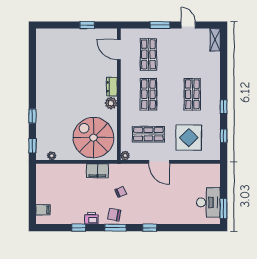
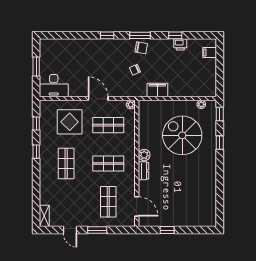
shop shelf: (148, 94) -> (108, 163), turned 90
spiral stairs: (93, 138) -> (182, 135), moved, turned 180
desk: (208, 202) -> (54, 86), moved, turned -90
window: (224, 209) -> (36, 66), moved
printer: (91, 218) -> (180, 44), moved

